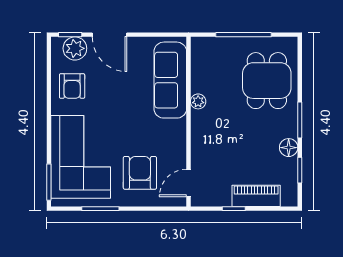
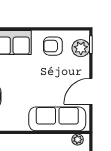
door: (109, 35) -> (91, 91), moved
plant: (198, 101) -> (78, 140), moved

